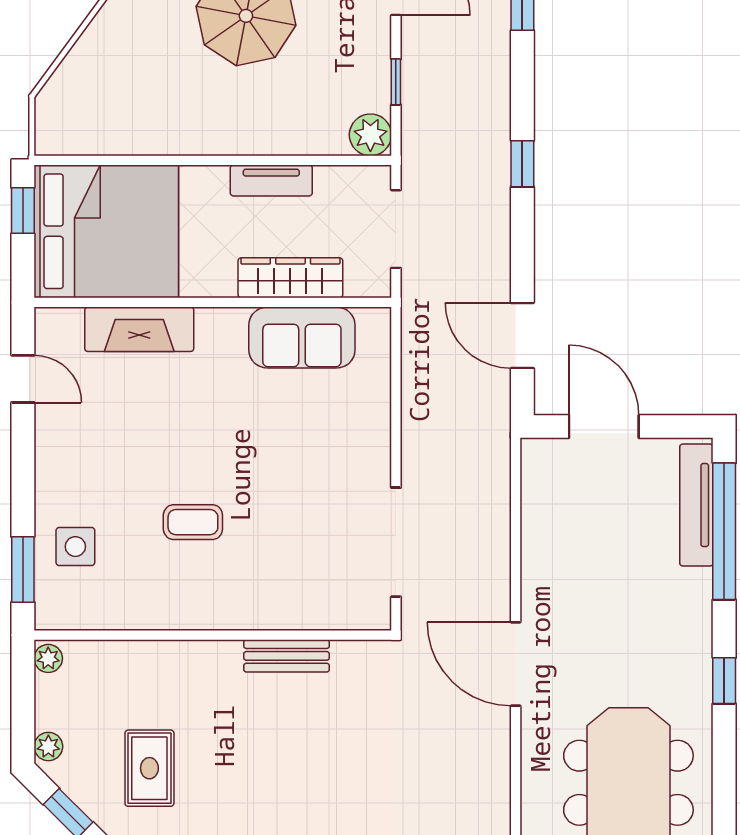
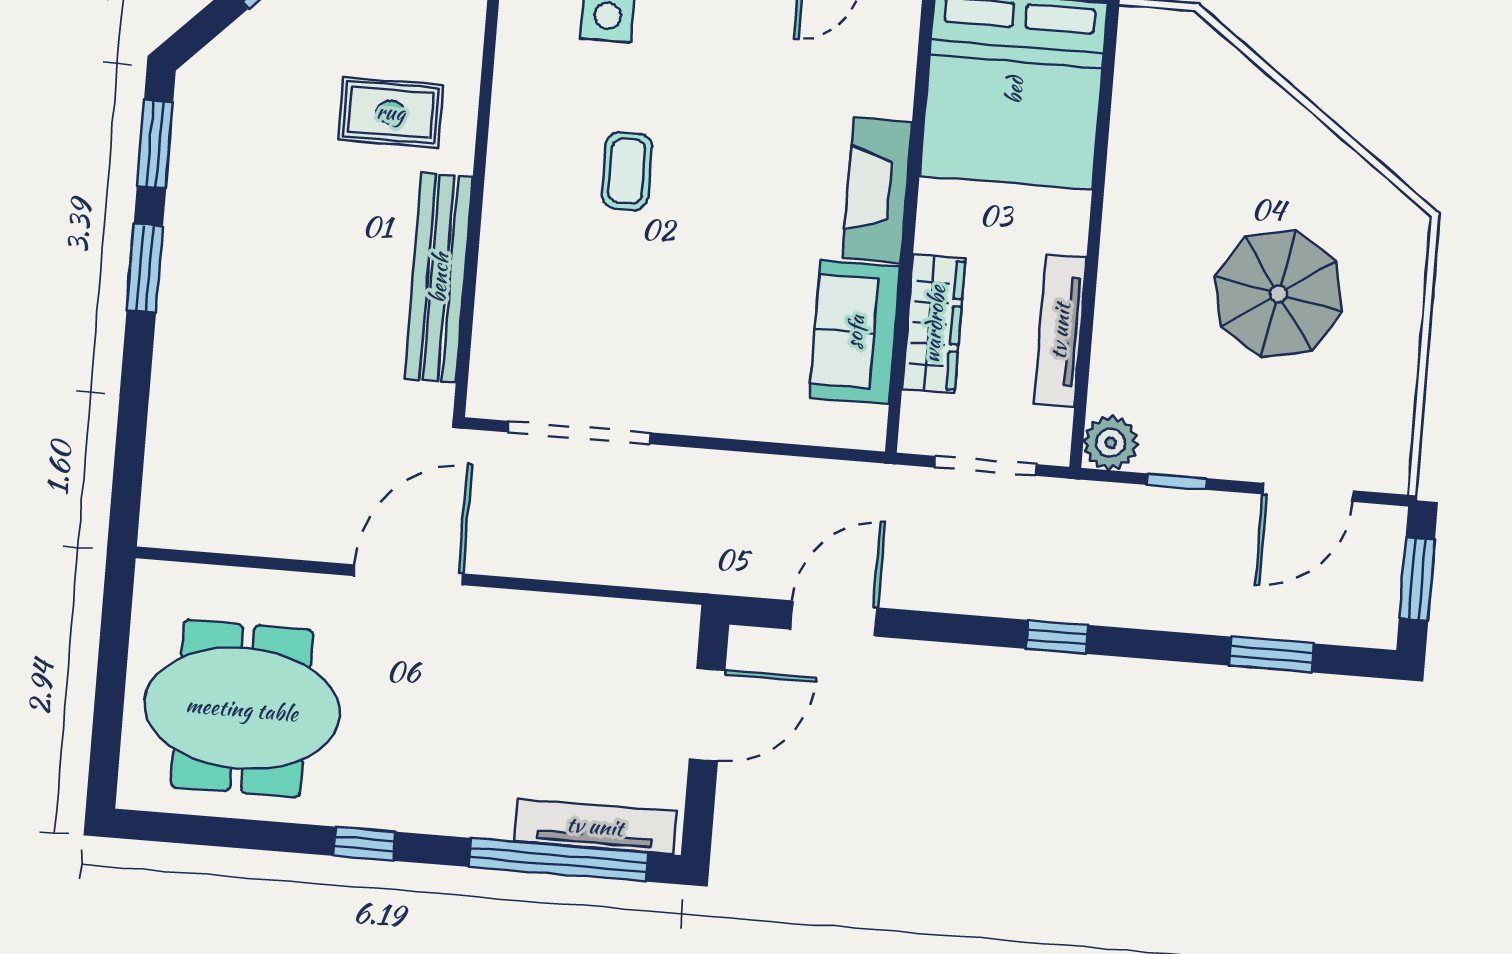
tv unit: (271, 180) -> (1060, 331), width x1.41
fireplace: (139, 329) -> (877, 190), moved
bench: (287, 656) -> (439, 278), width x1.86, depth x1.21
rug: (149, 768) -> (391, 112), moved

